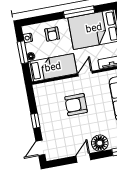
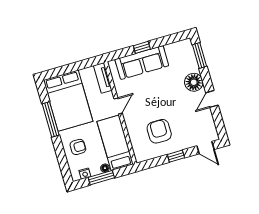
door: (85, 74) -> (118, 106), swing flipped
armchair: (76, 105) -> (159, 131), moved, turned 180
door: (83, 158) -> (212, 99), hinge flipped

